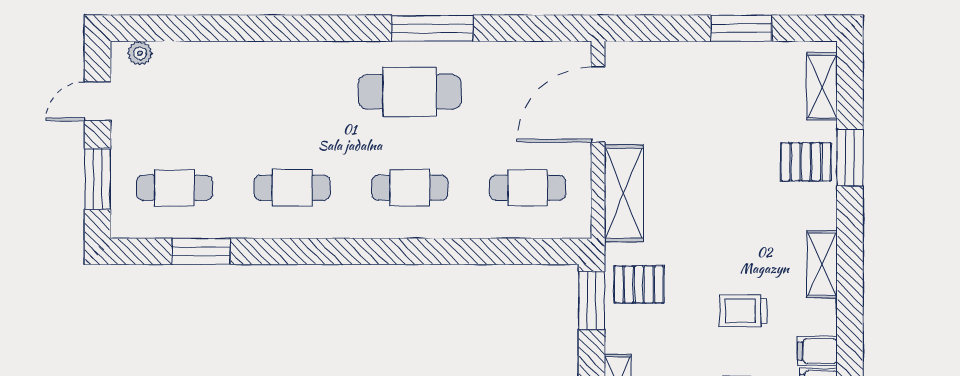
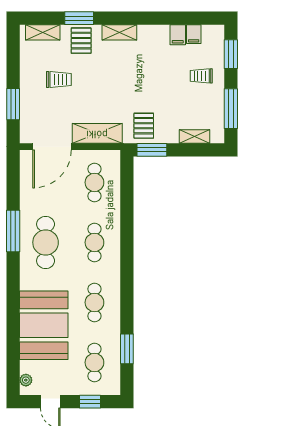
window: (741, 28) -> (13, 104), moved
booth: (247, 88) -> (44, 325), added
door: (598, 105) -> (52, 147), hinge flipped
window: (98, 179) -> (90, 402), width x0.67
shelving: (822, 264) -> (119, 32), moved
trolley: (744, 311) -> (59, 79), moved, turned -90

